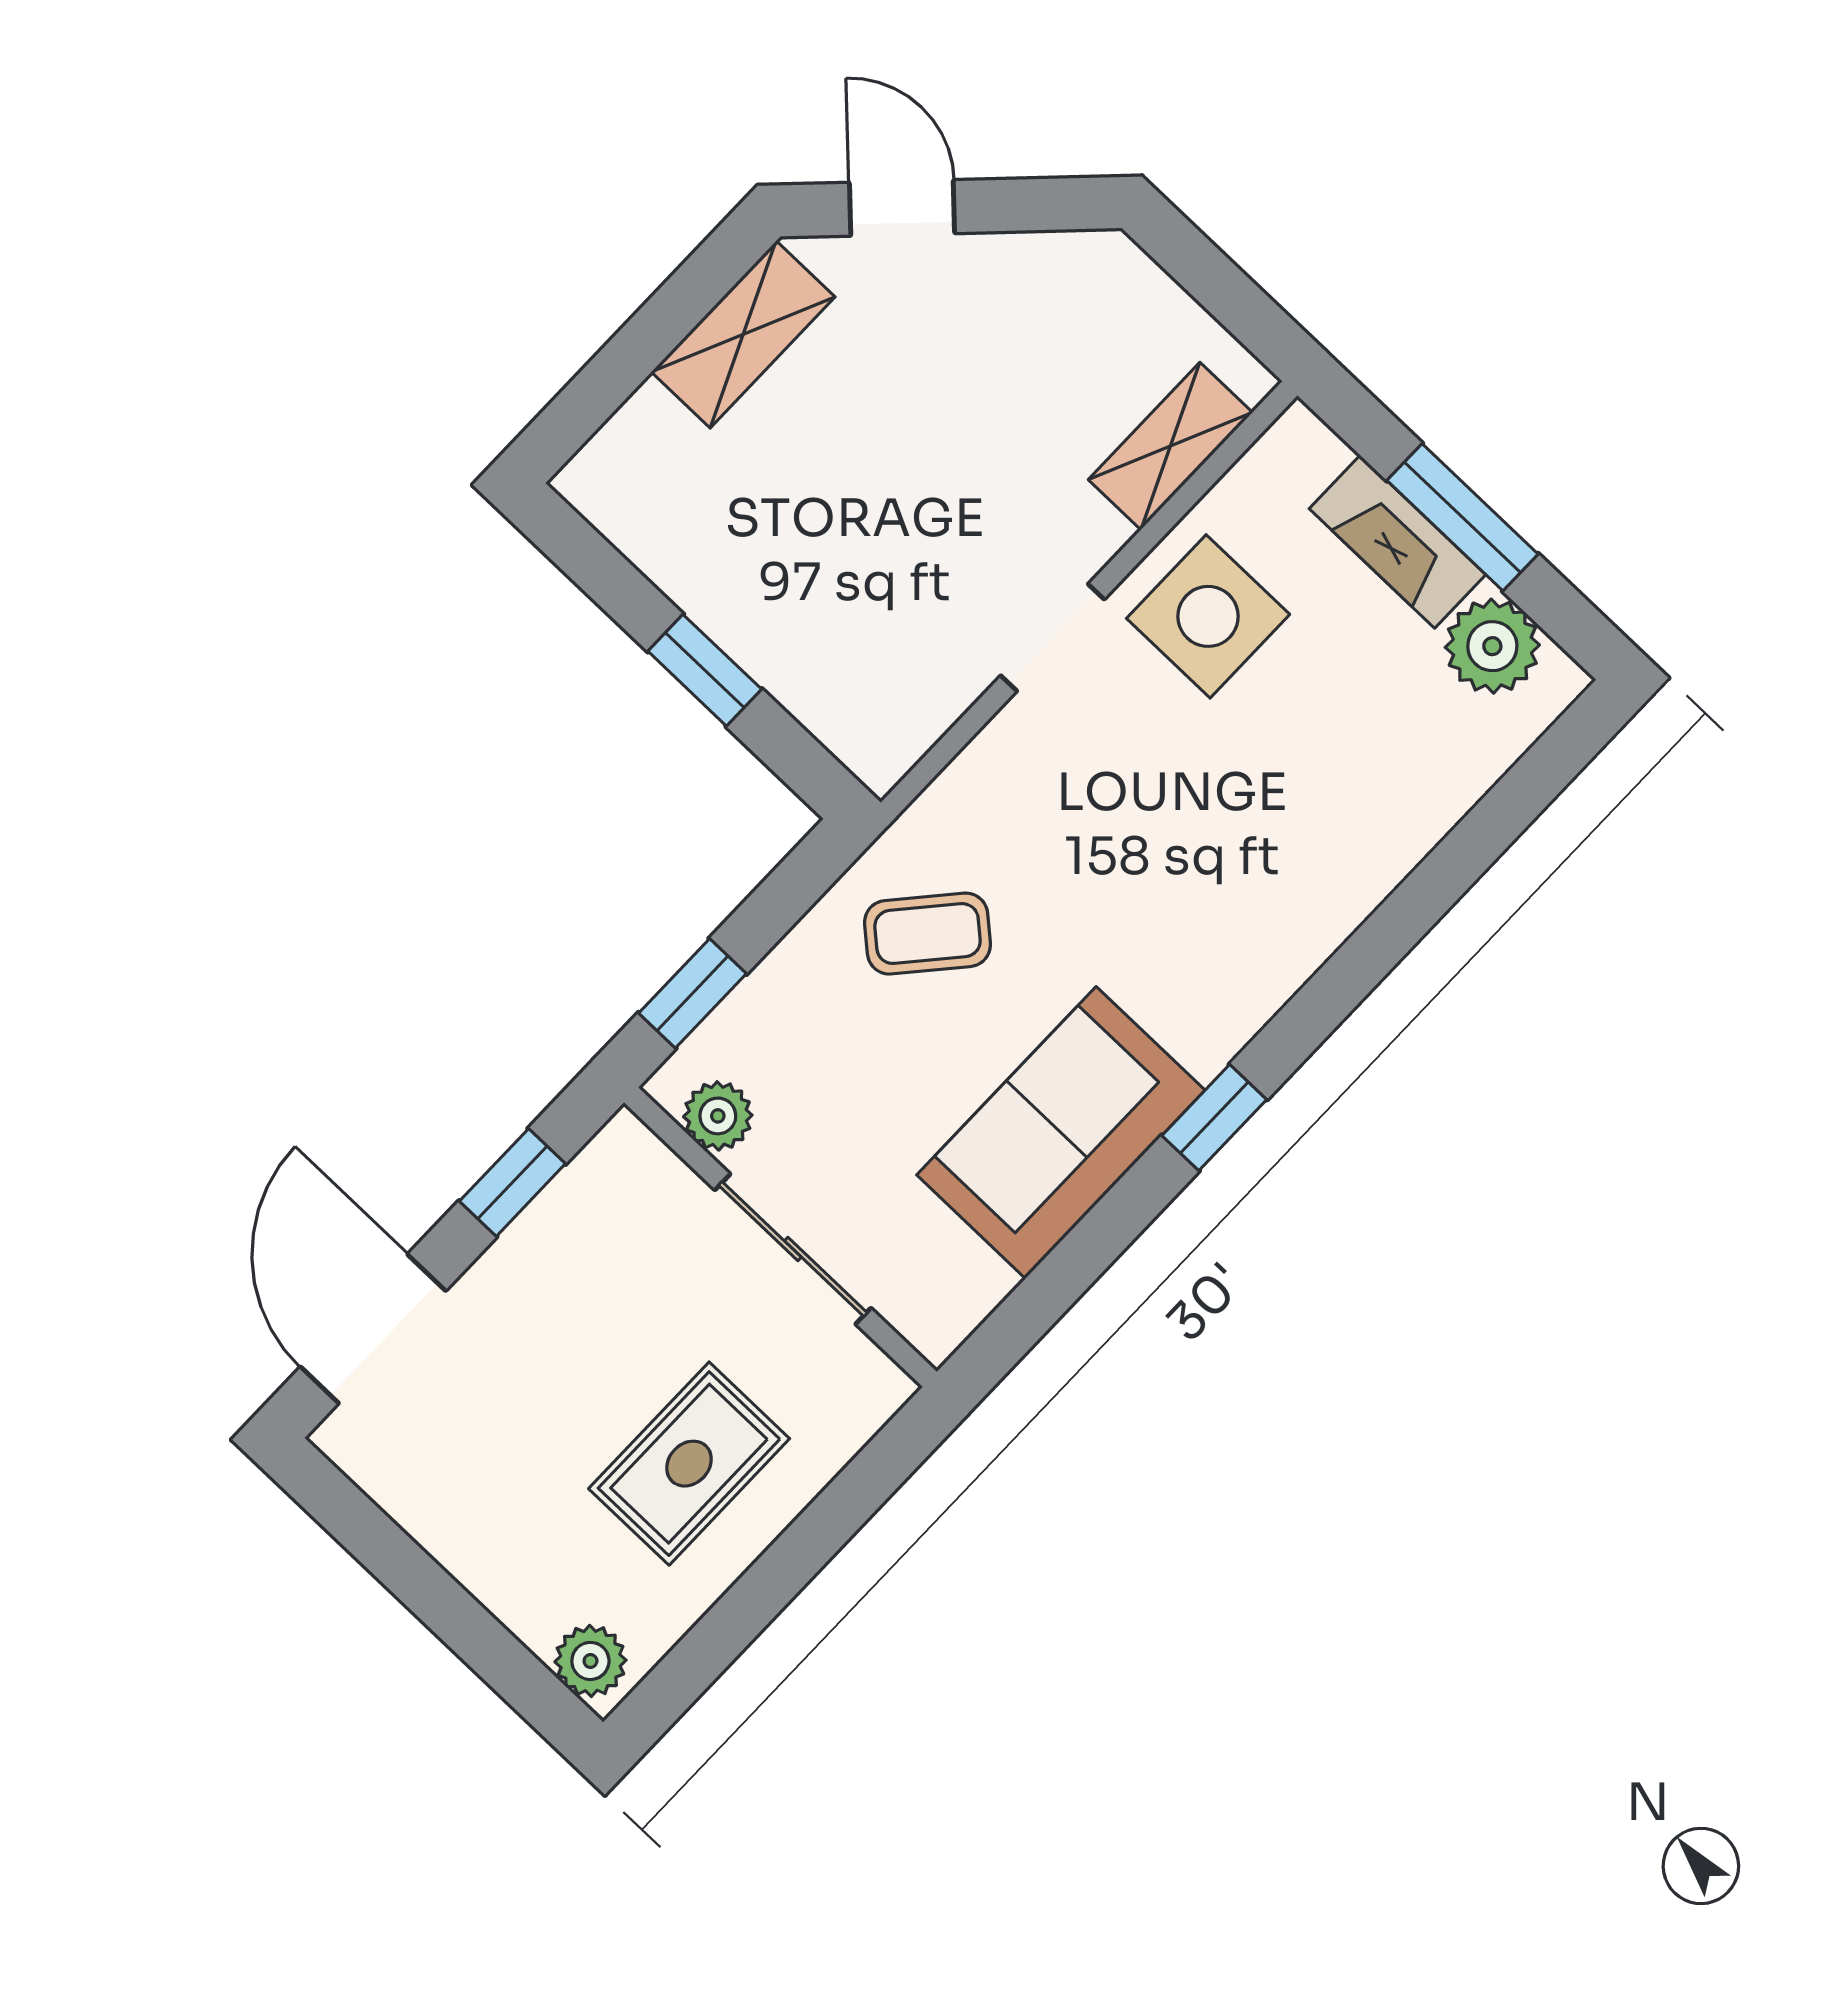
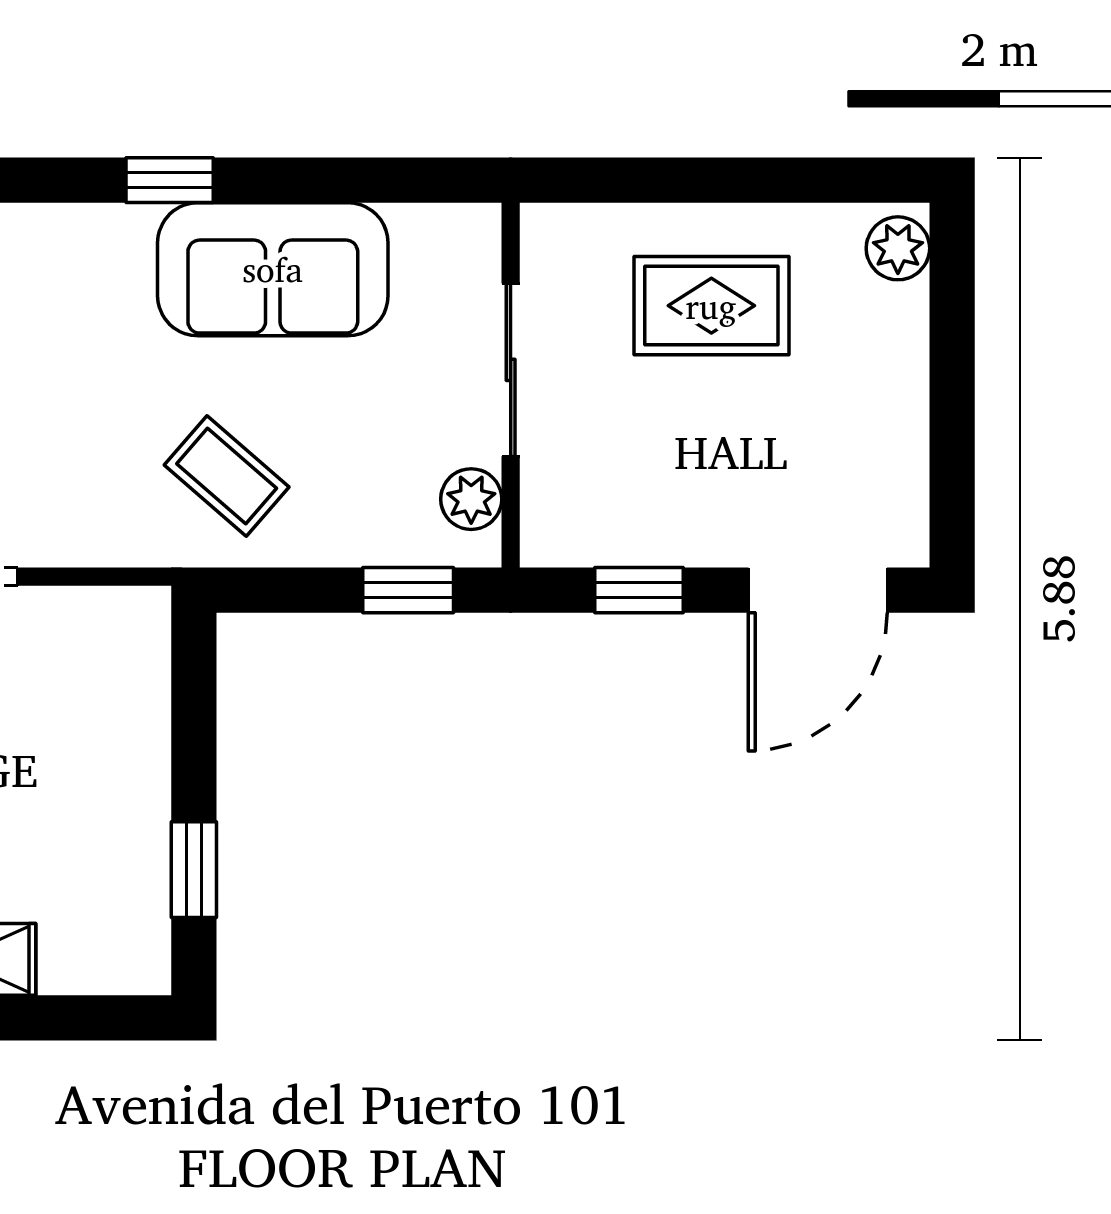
window: (705, 670) -> (194, 870), moved

